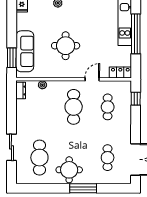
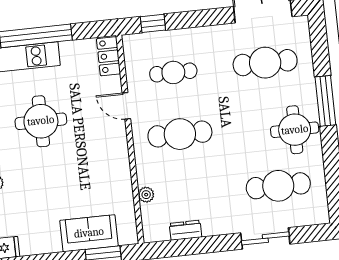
round table: (66, 46) -> (41, 121), moved
sofa: (25, 51) -> (89, 233), width x0.73
dresser: (21, 90) -> (185, 230), moved
cafe table: (108, 158) -> (265, 63), width x1.37, depth x1.35

